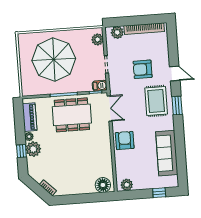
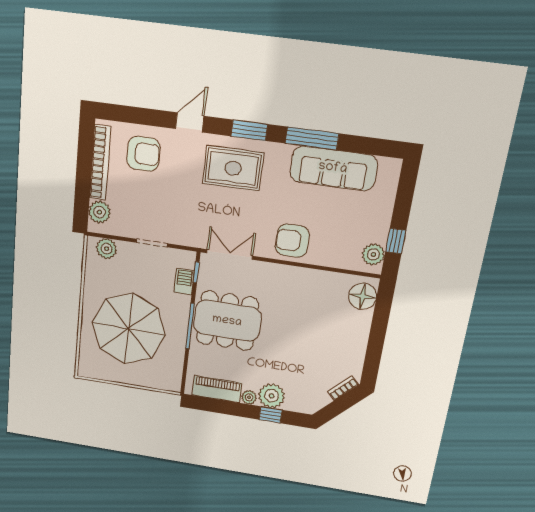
armchair: (143, 69) -> (143, 154), moved, turned -90
barbecue: (100, 86) -> (184, 282), moved
dining table: (72, 115) -> (227, 321), turned 90
window: (180, 139) -> (312, 138), added
window: (159, 193) -> (396, 241), moved

